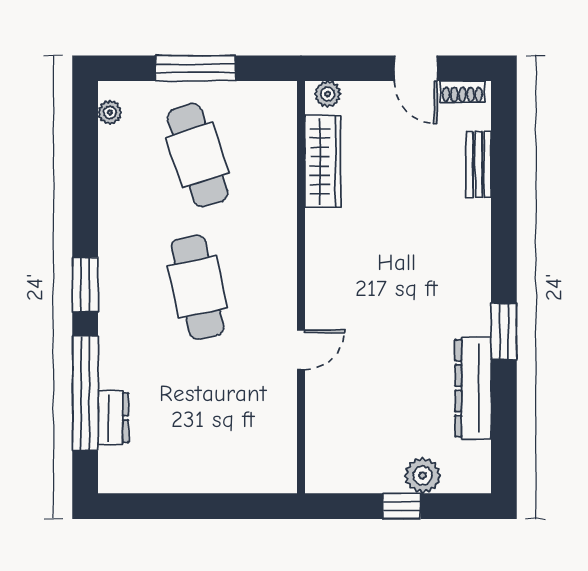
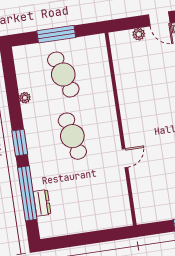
plant: (328, 94) -> (139, 34), moved
plant: (110, 112) -> (25, 98), moved
wardrobe: (323, 161) -> (122, 69), removed

